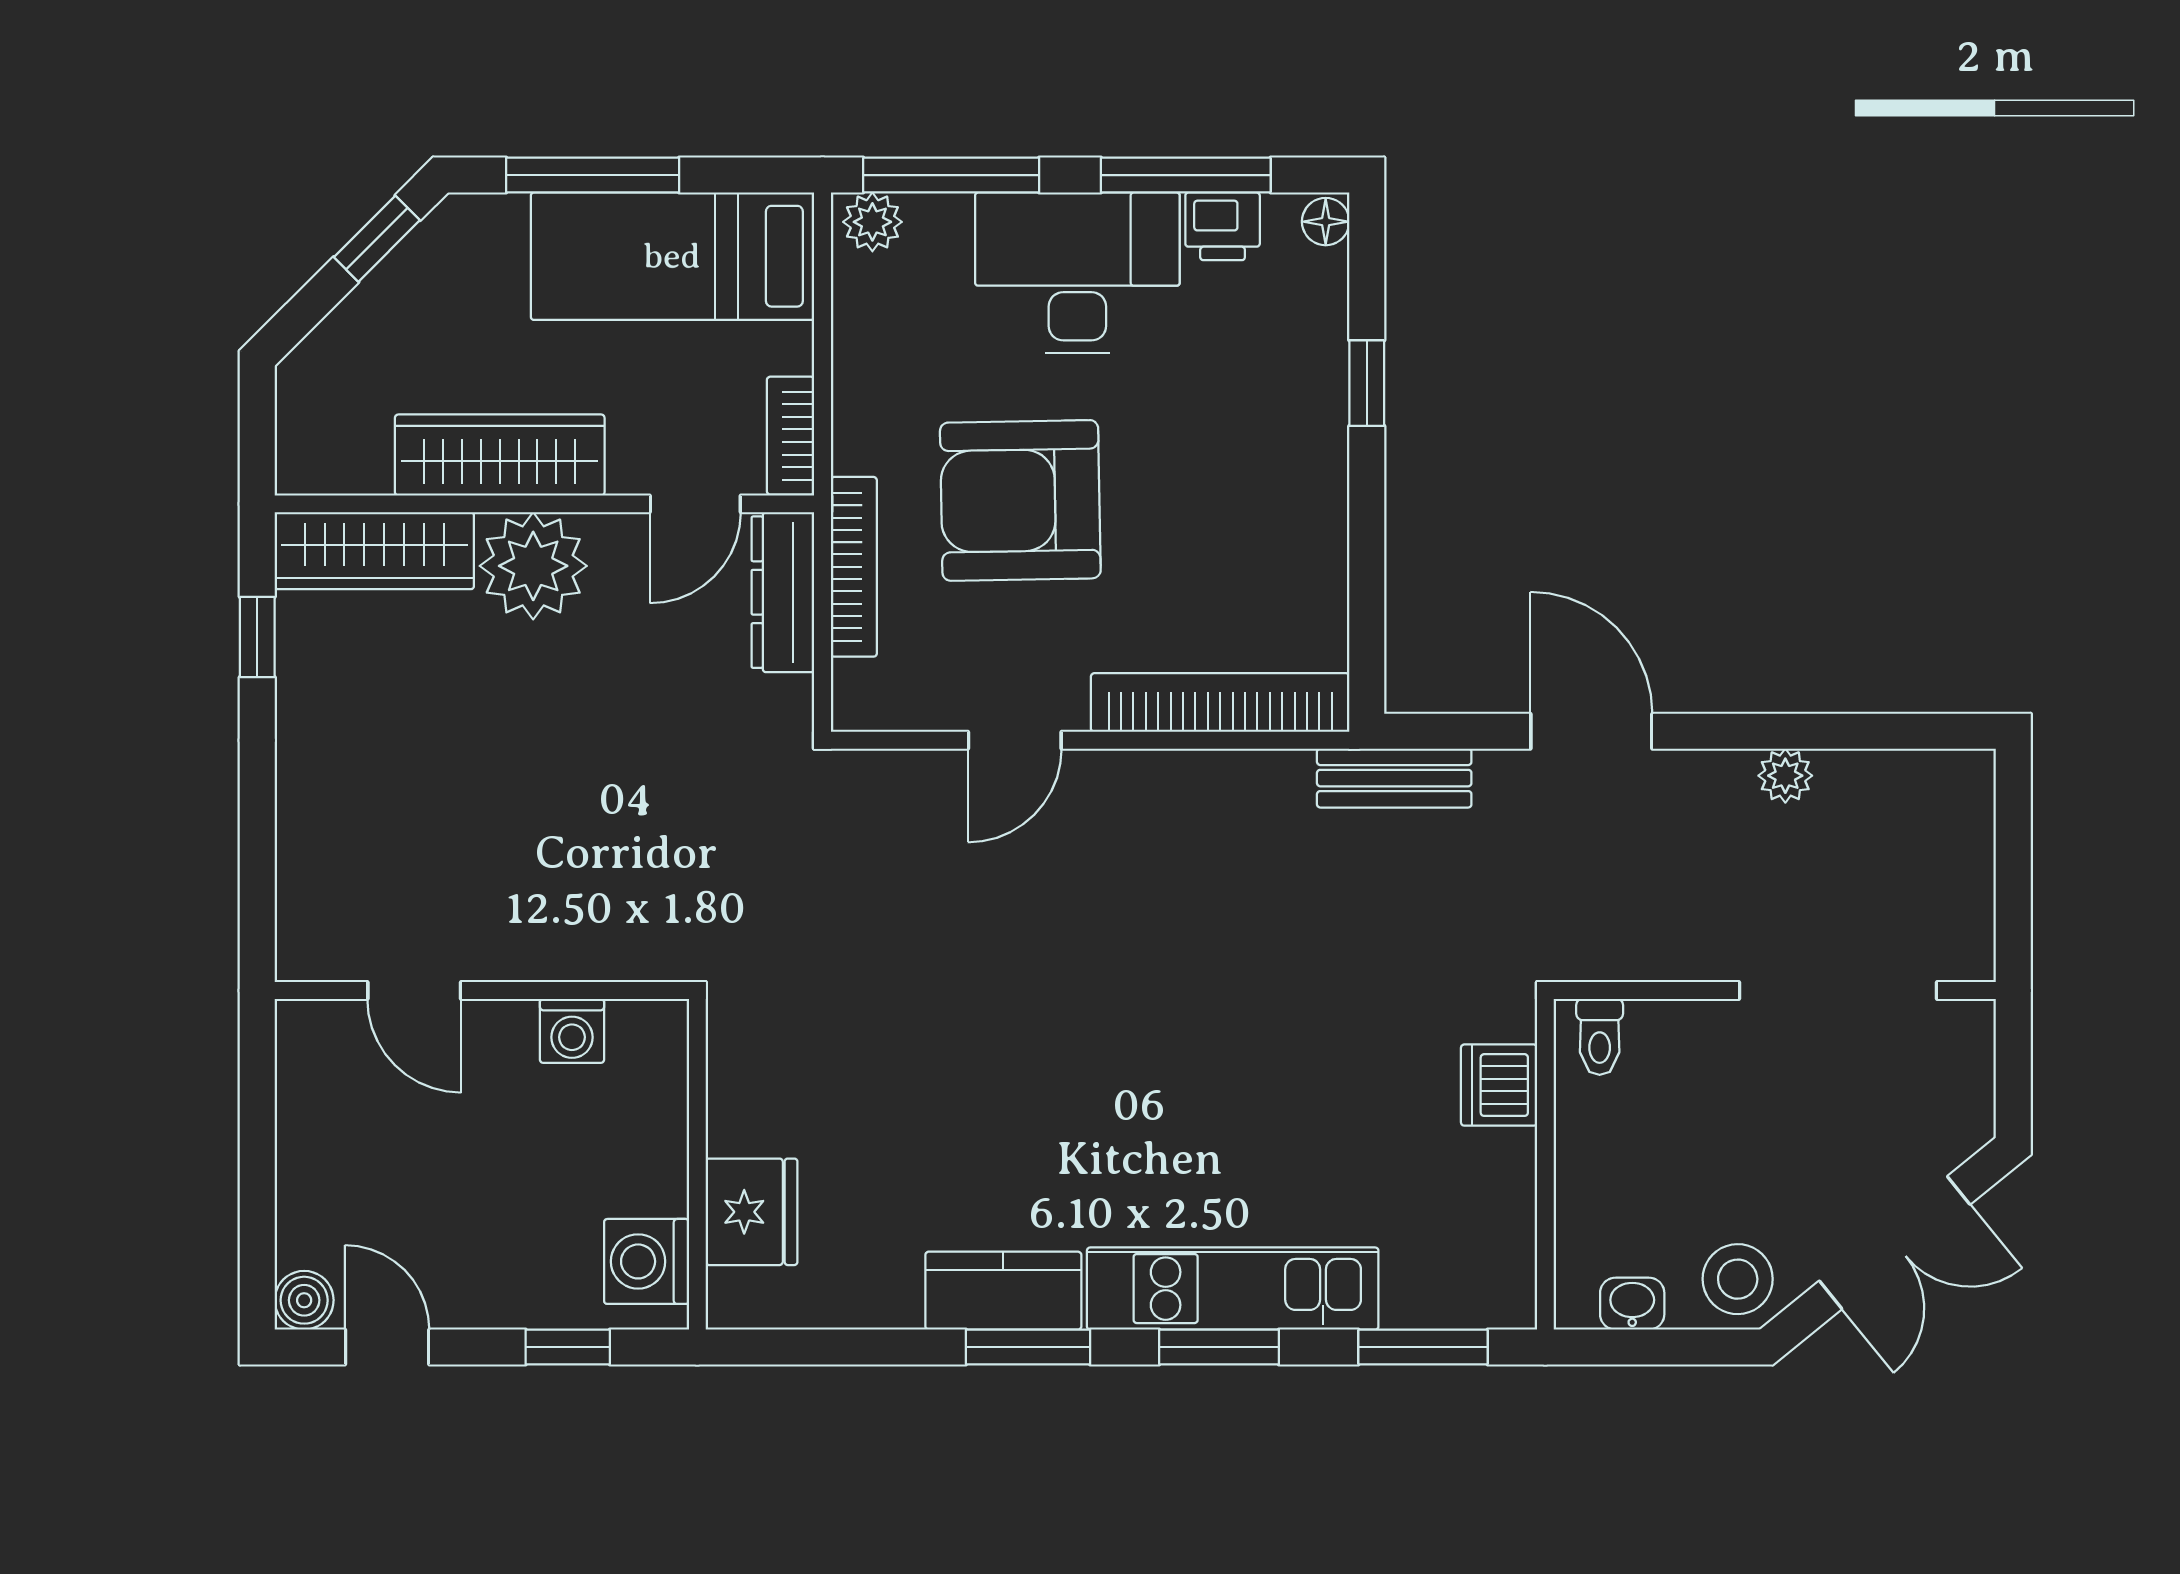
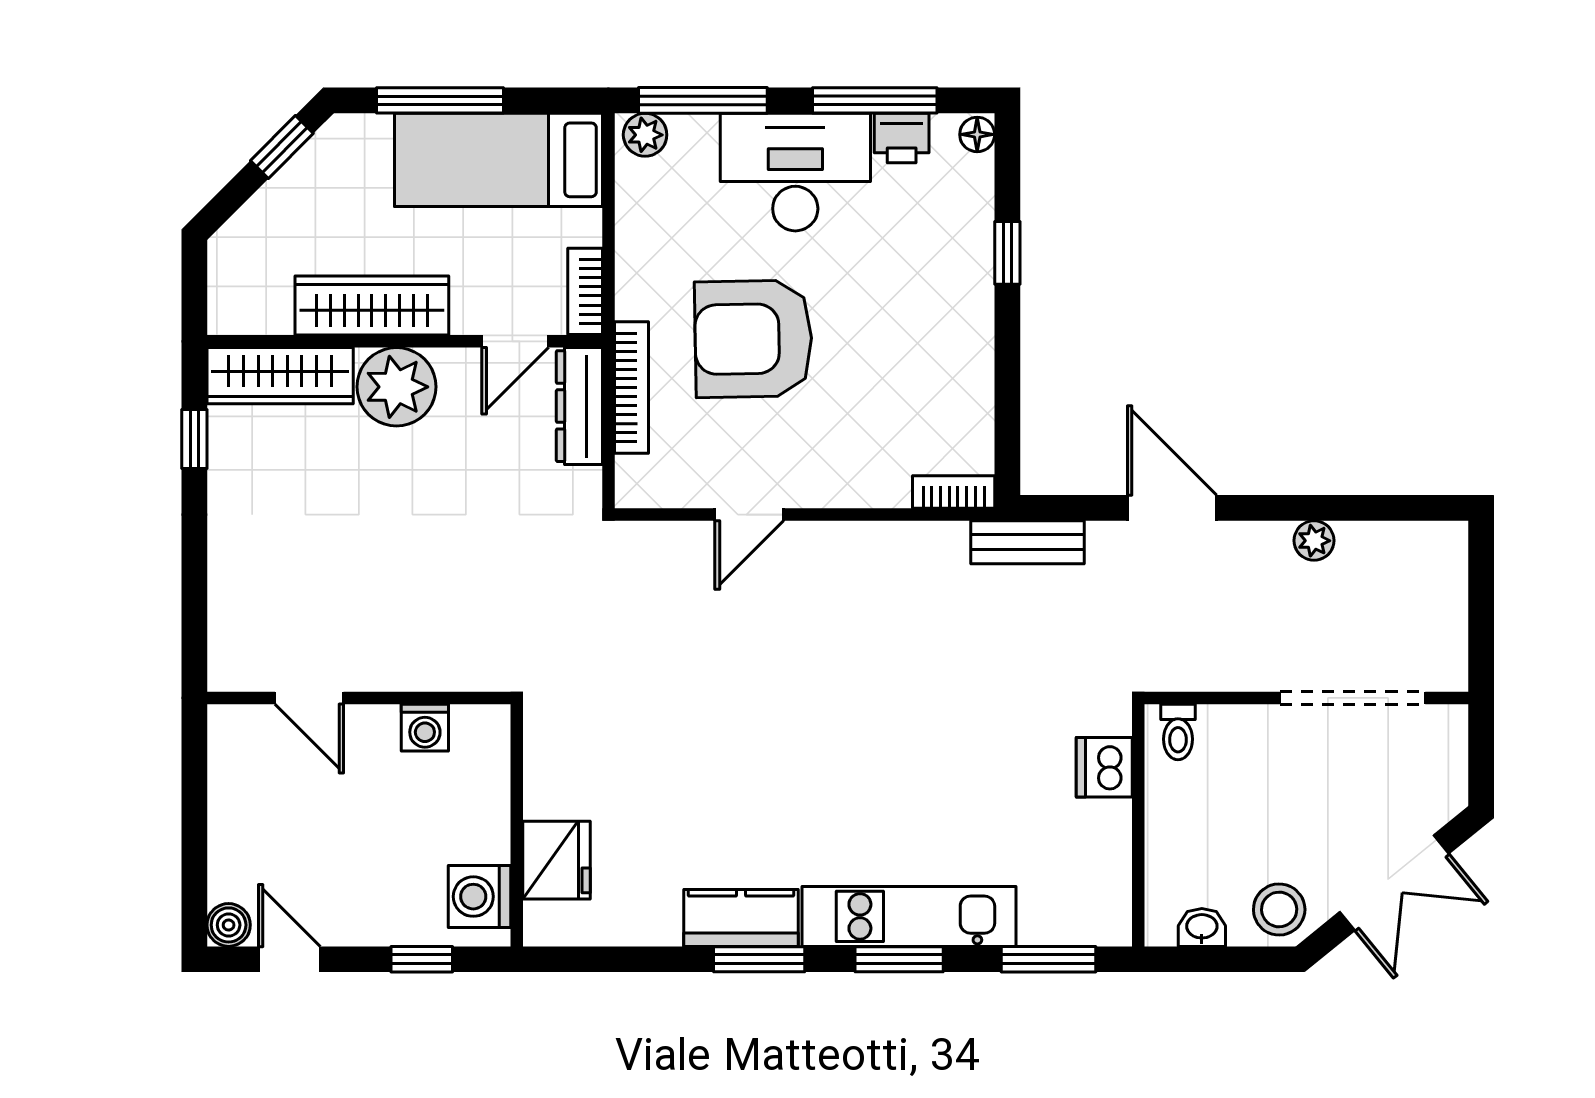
bookcase: (1220, 703) -> (954, 492), width x0.43, depth x0.76

